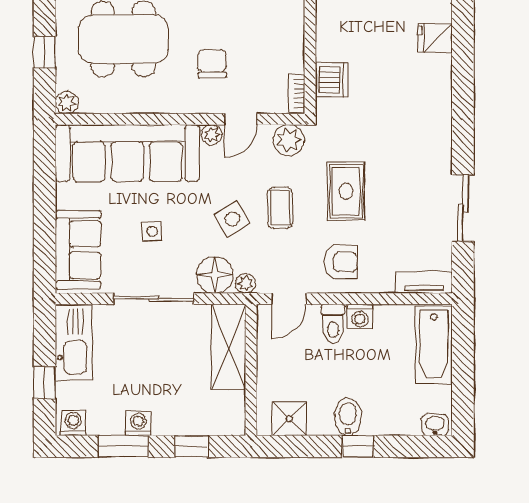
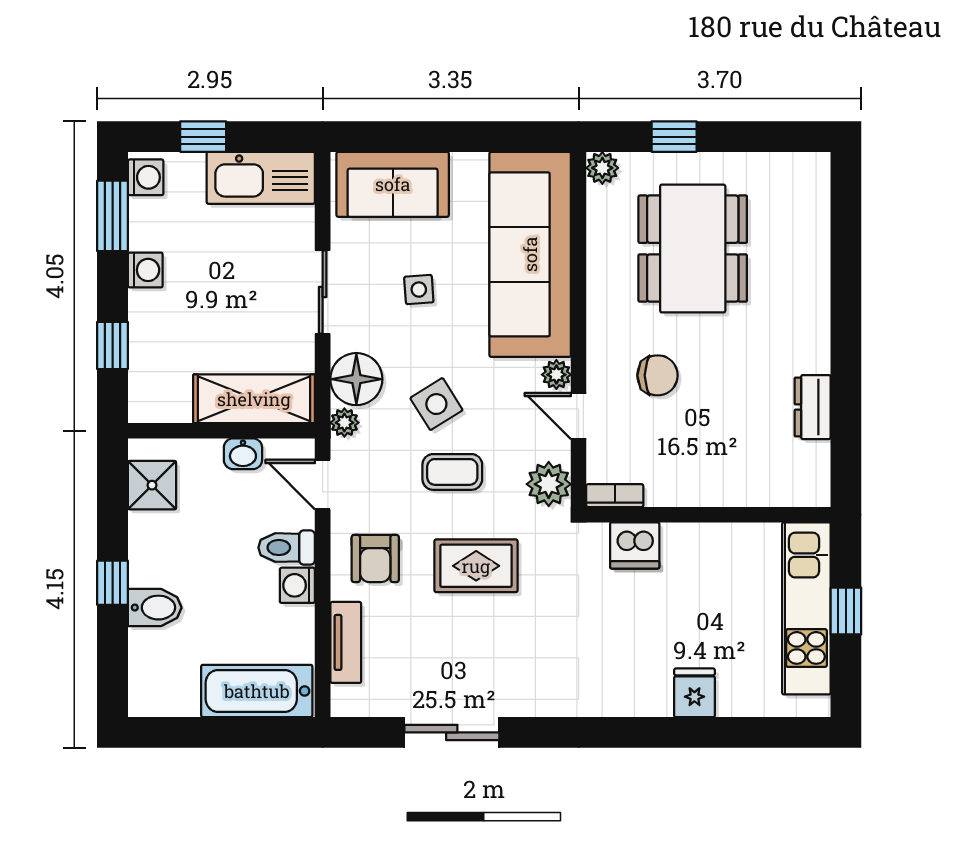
tv unit: (424, 283) -> (346, 642), moved
sliding door: (154, 299) -> (323, 292), width x0.73
bidet: (348, 417) -> (155, 608), moved
washbasin: (435, 425) -> (243, 454), moved, turned 90
window: (124, 446) -> (113, 216), moved

